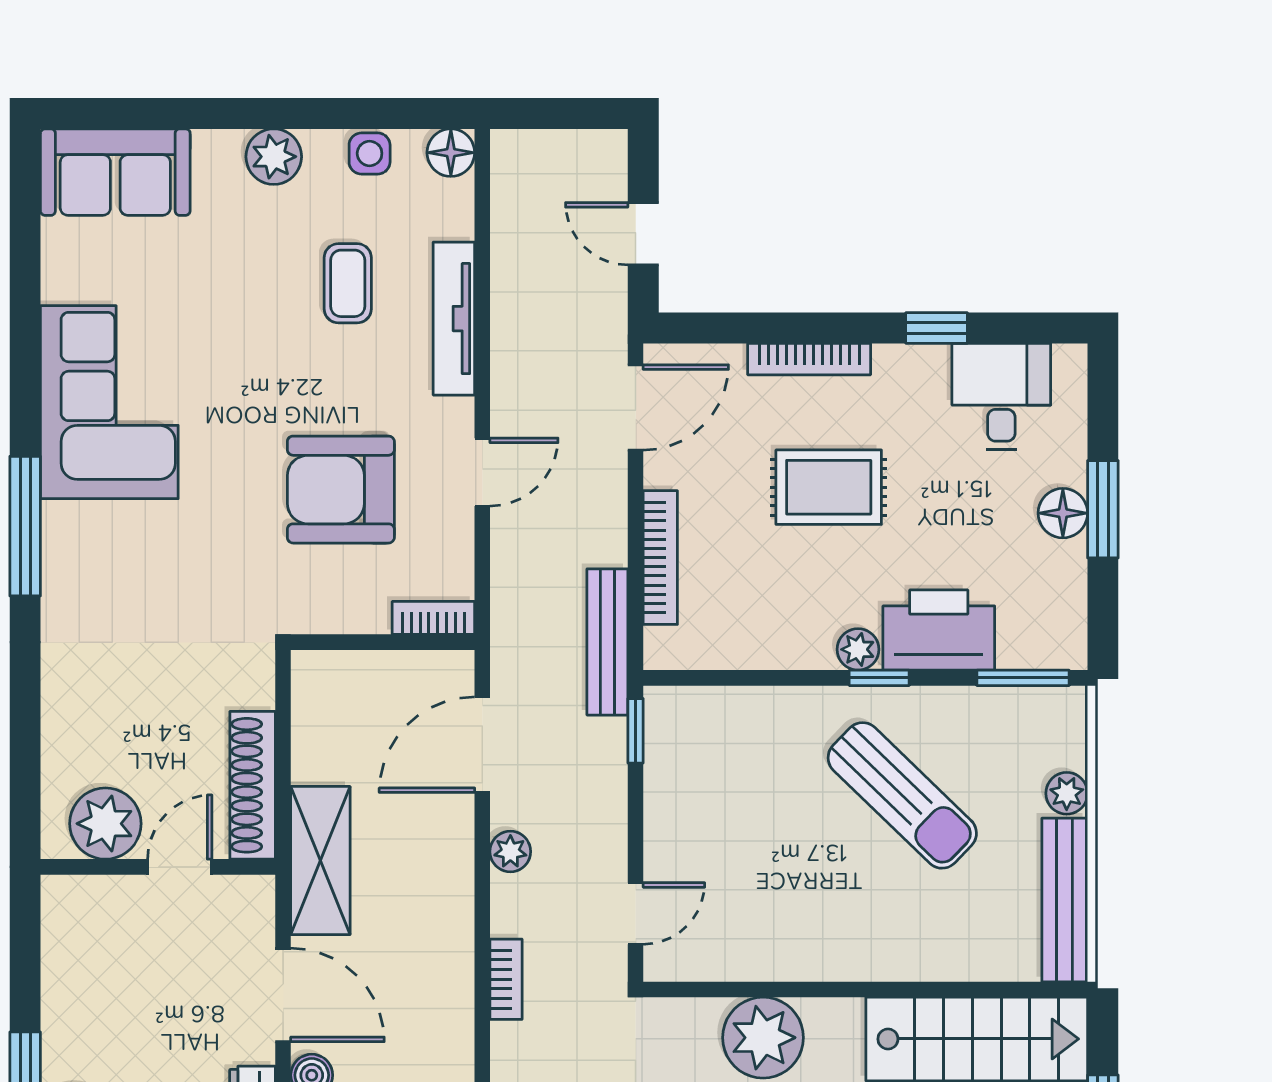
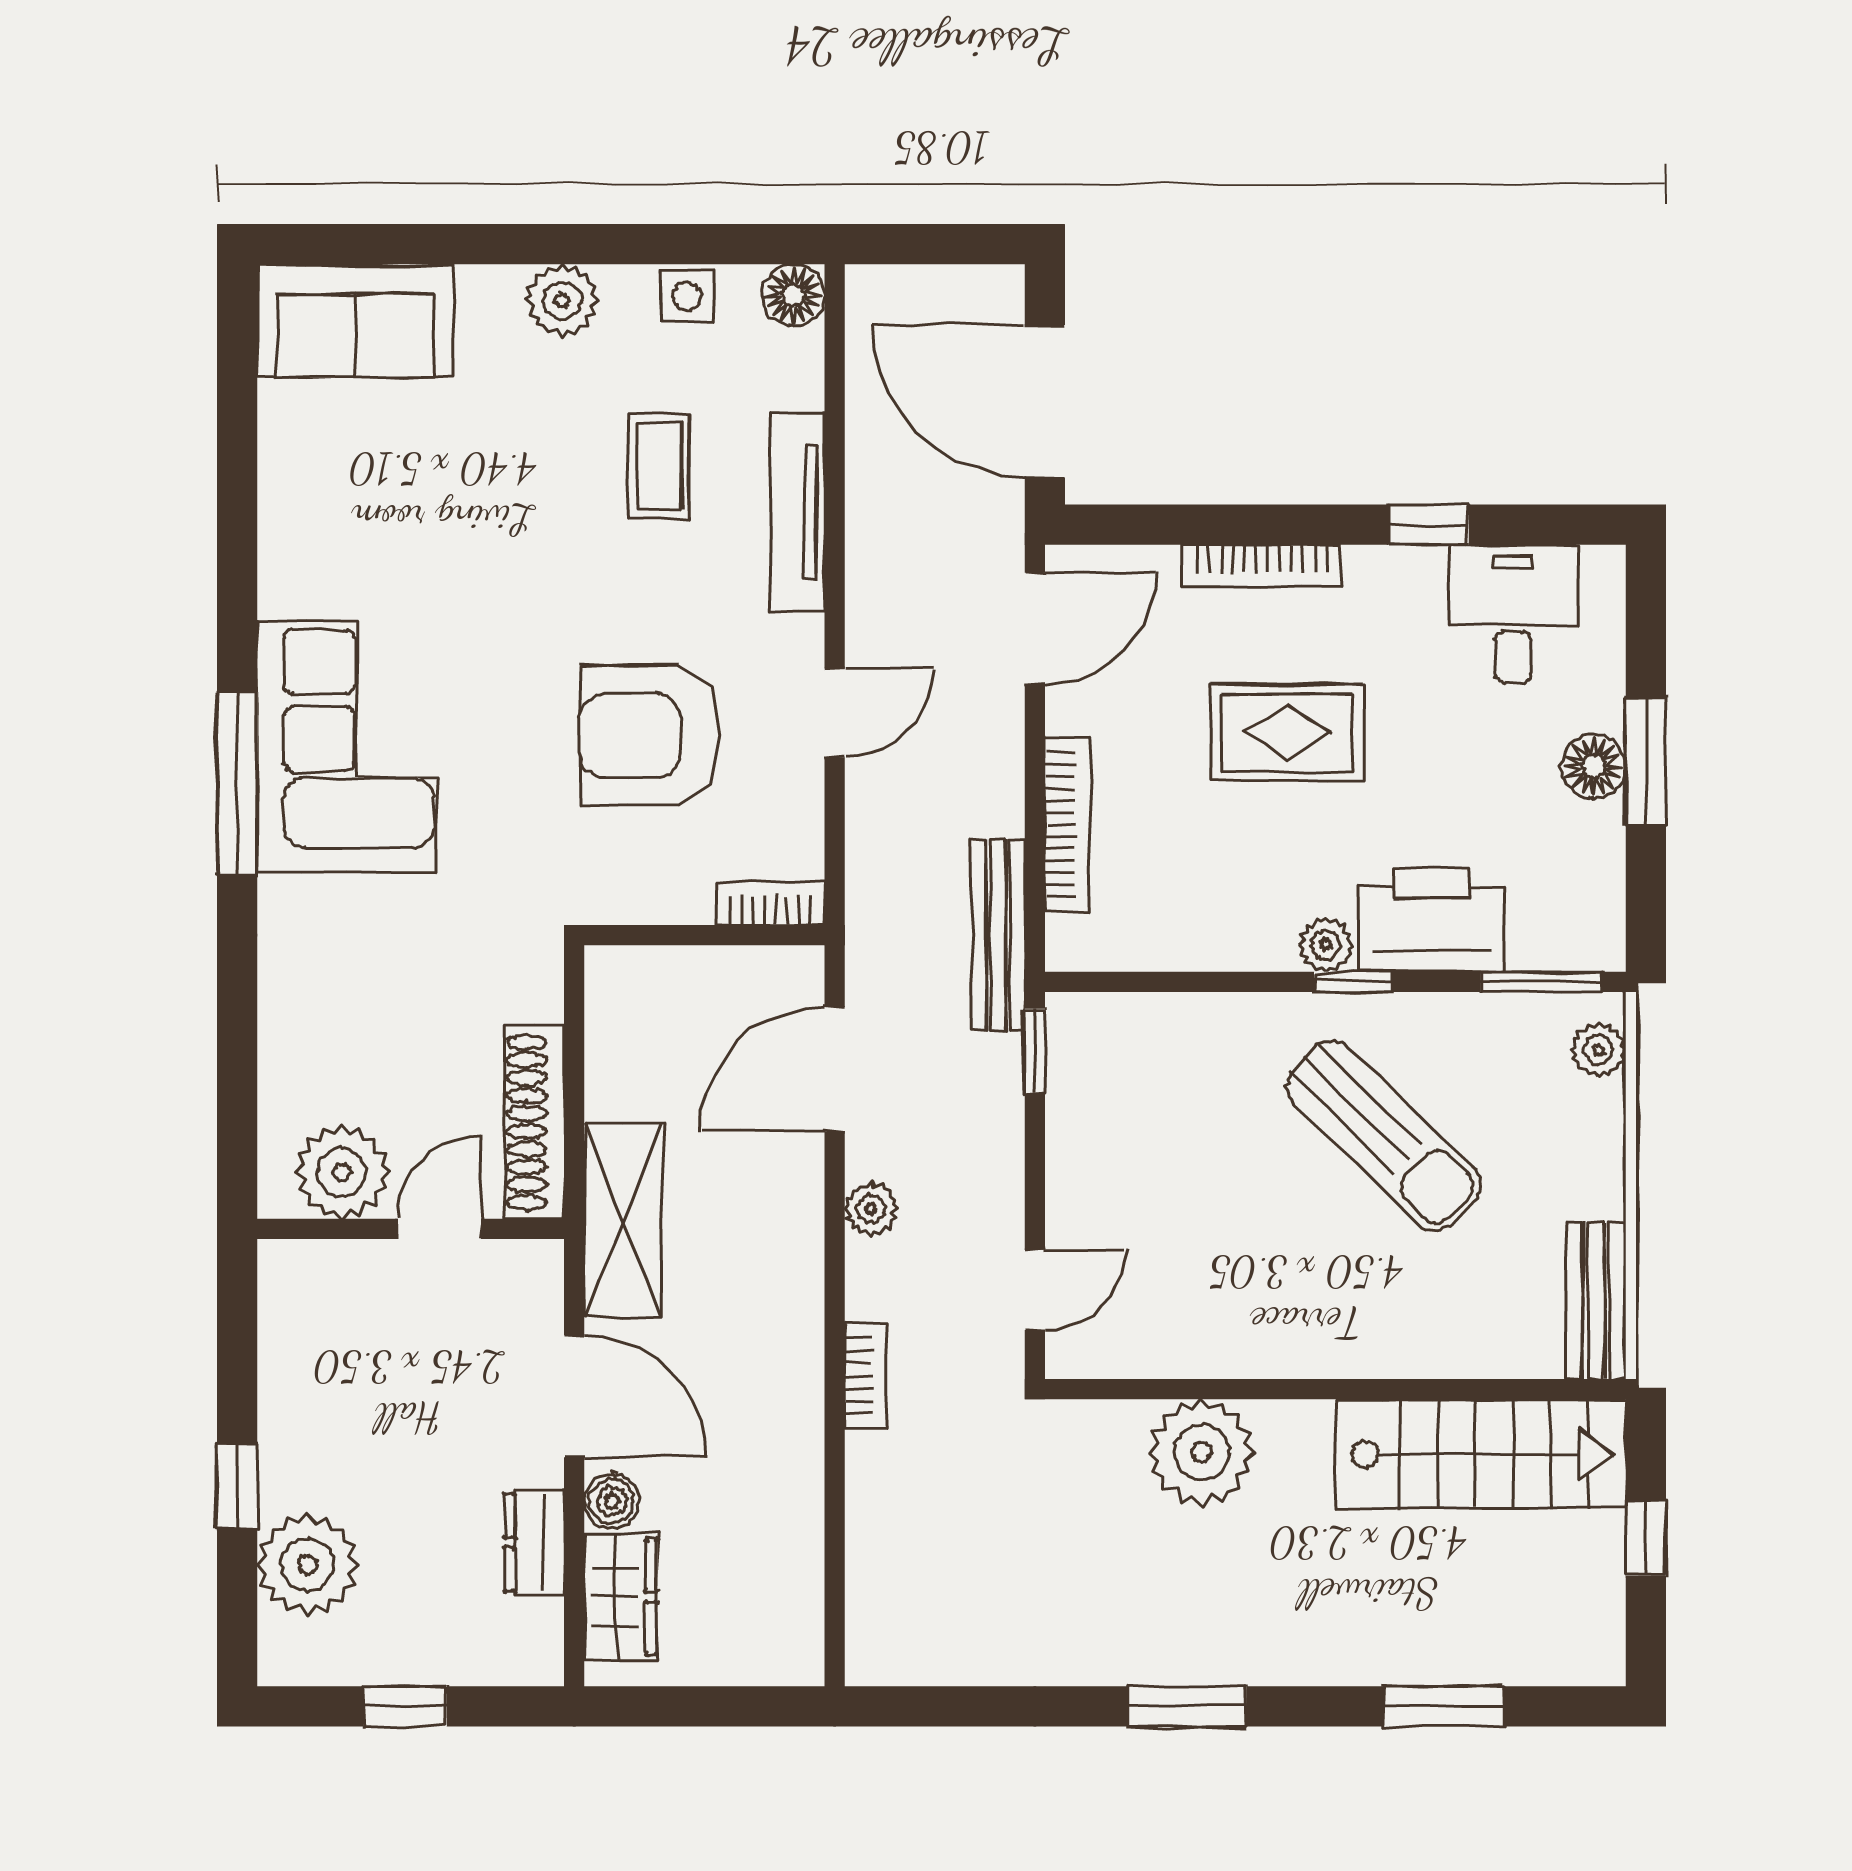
door: (643, 234) -> (1045, 401), width x1.87
corner sofa: (109, 402) -> (347, 747), moved
plant: (1067, 793) -> (1599, 1050), moved
bench: (1065, 900) -> (1596, 1301), width x0.73

